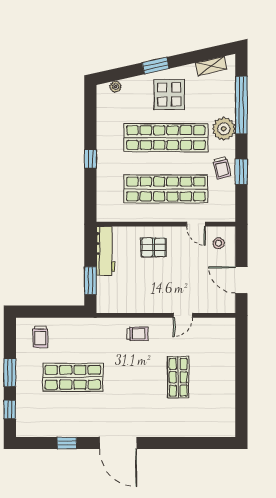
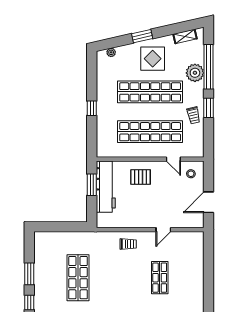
plant: (224, 129) -> (195, 73), moved
window: (241, 172) -> (209, 108), moved
workbench: (106, 251) -> (106, 187), width x1.36, depth x1.32
door: (241, 280) -> (209, 202), hinge flipped
window: (90, 281) -> (92, 185), moved
trolley: (40, 337) -> (53, 246), removed
shop shelf: (73, 377) -> (78, 278), turned 90

